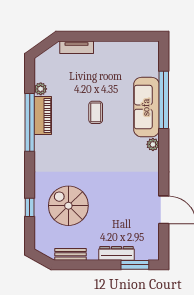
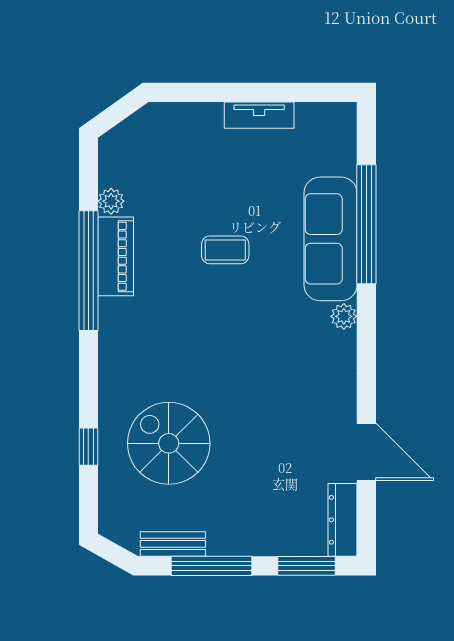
tv unit: (77, 47) -> (259, 115), moved
coffee table: (96, 112) -> (225, 250), turned 90
dresser: (116, 253) -> (343, 520), moved, turned -90
window: (89, 265) -> (211, 566), added

